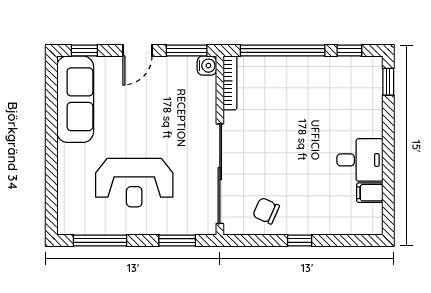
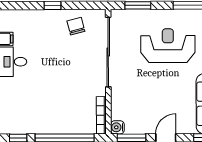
chair: (266, 211) -> (76, 26), turned -129

